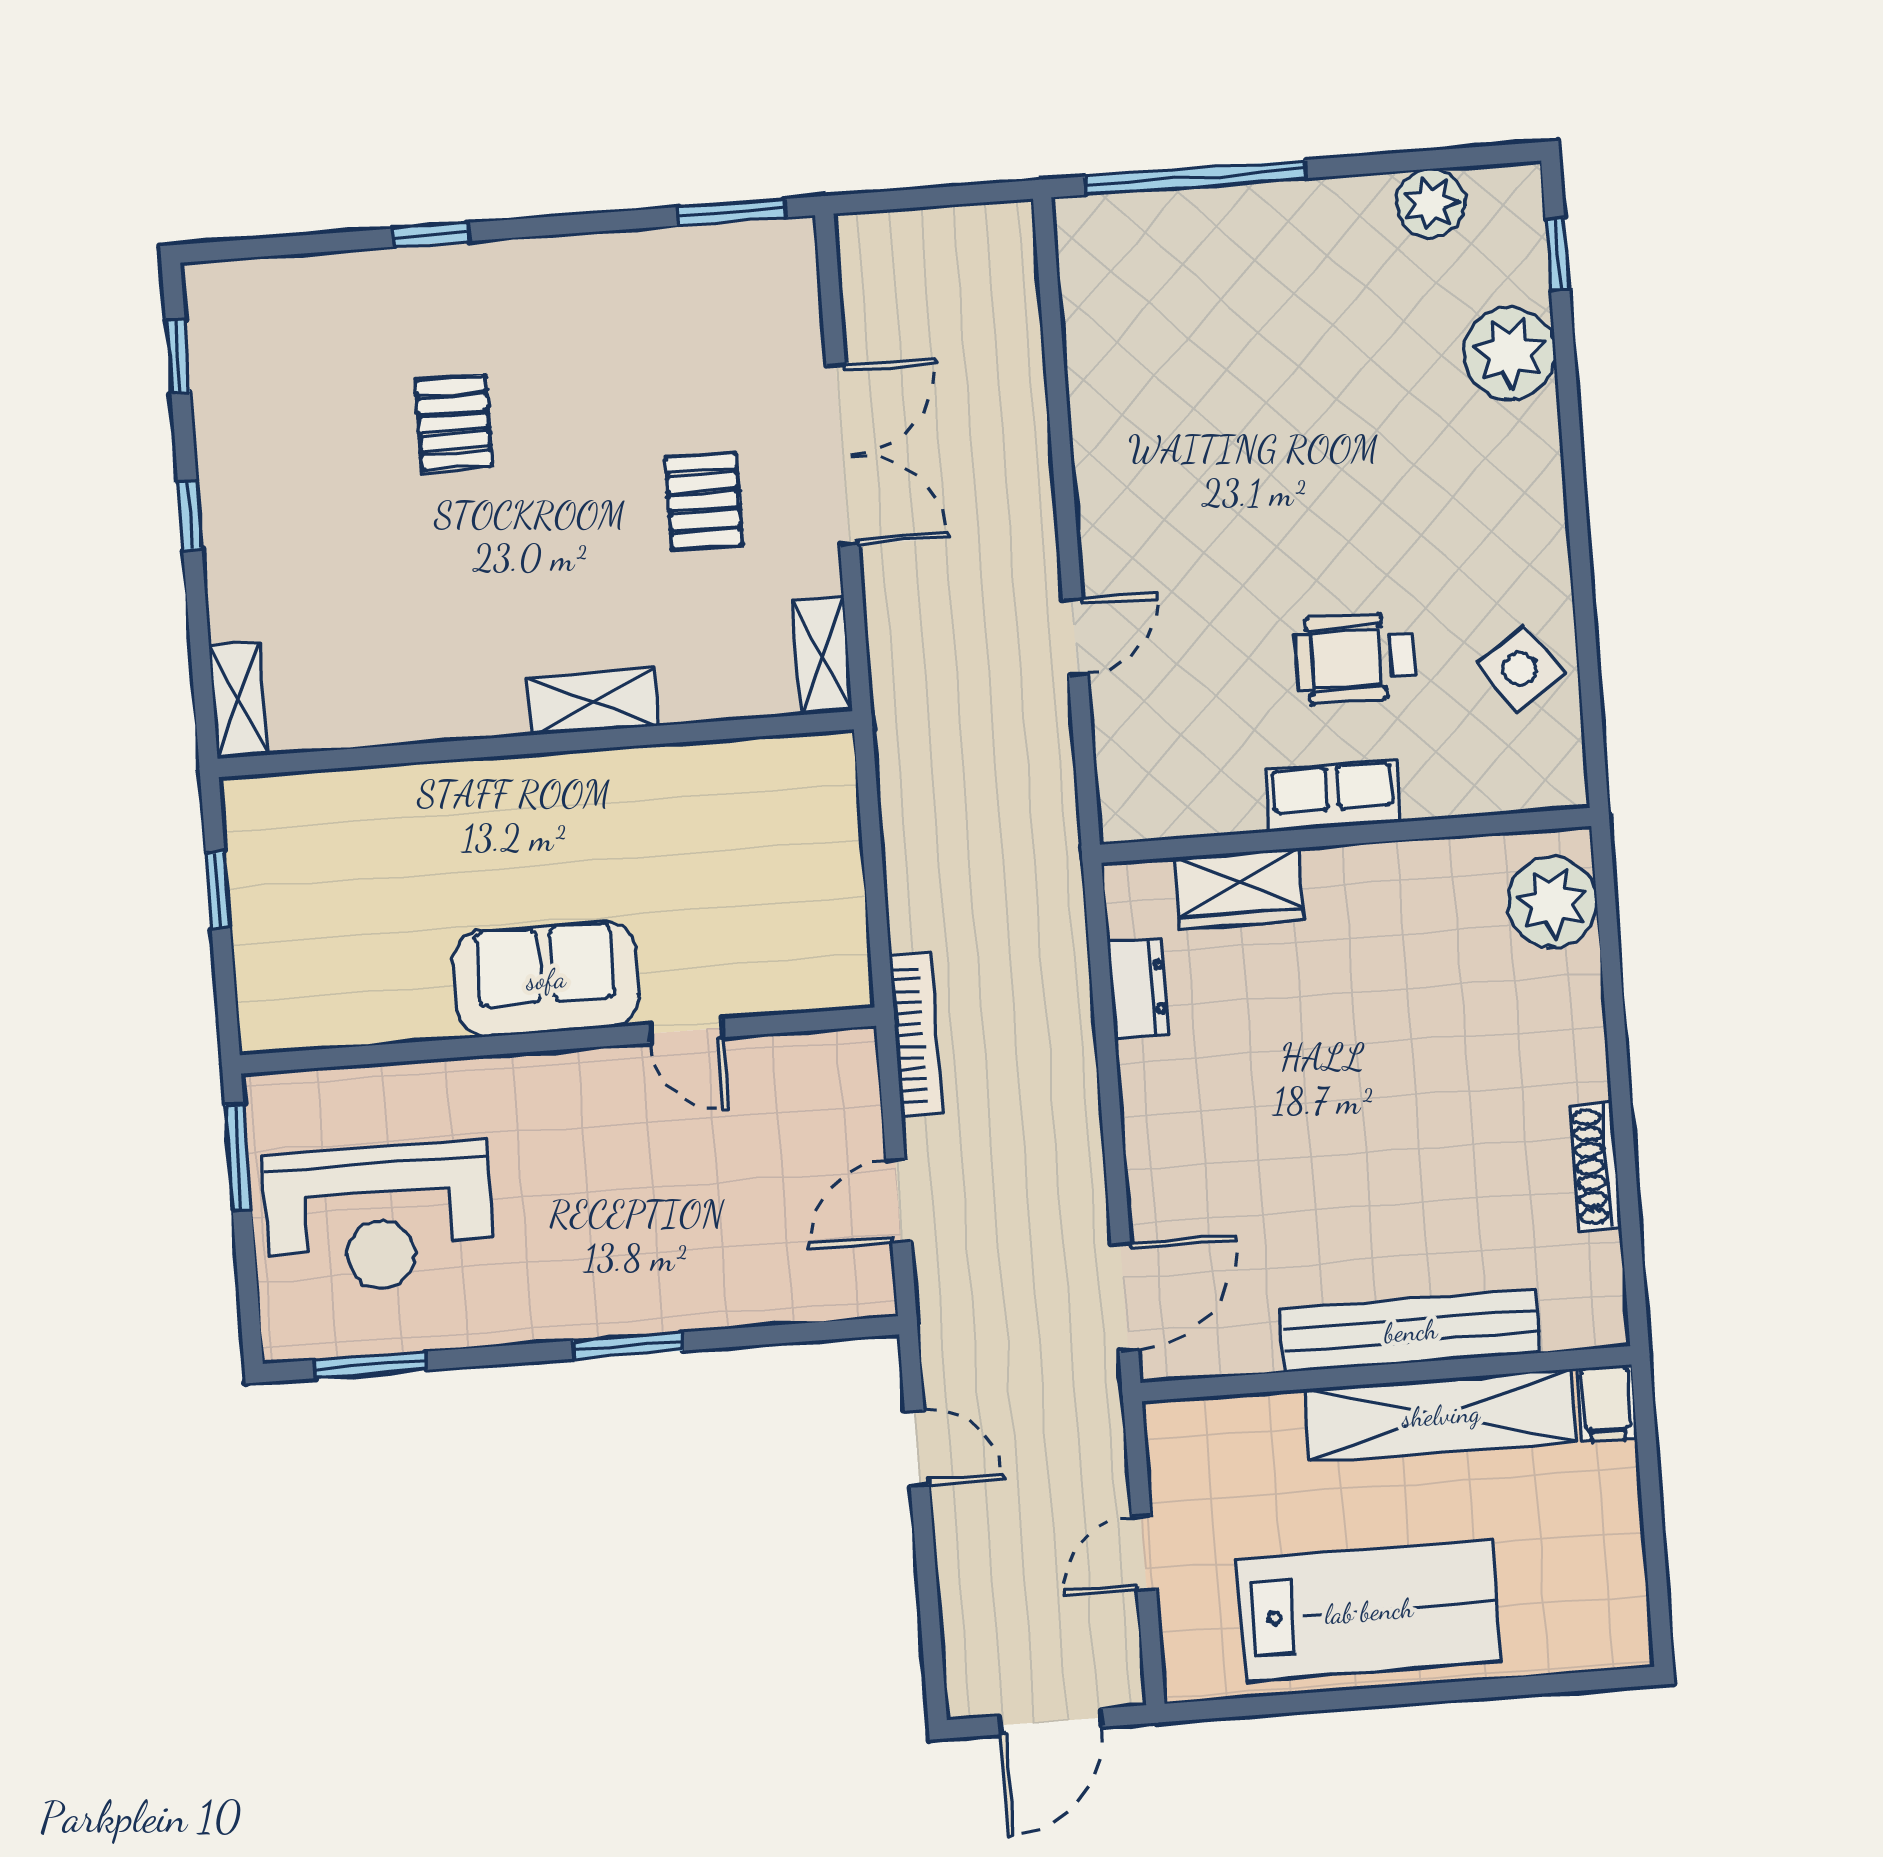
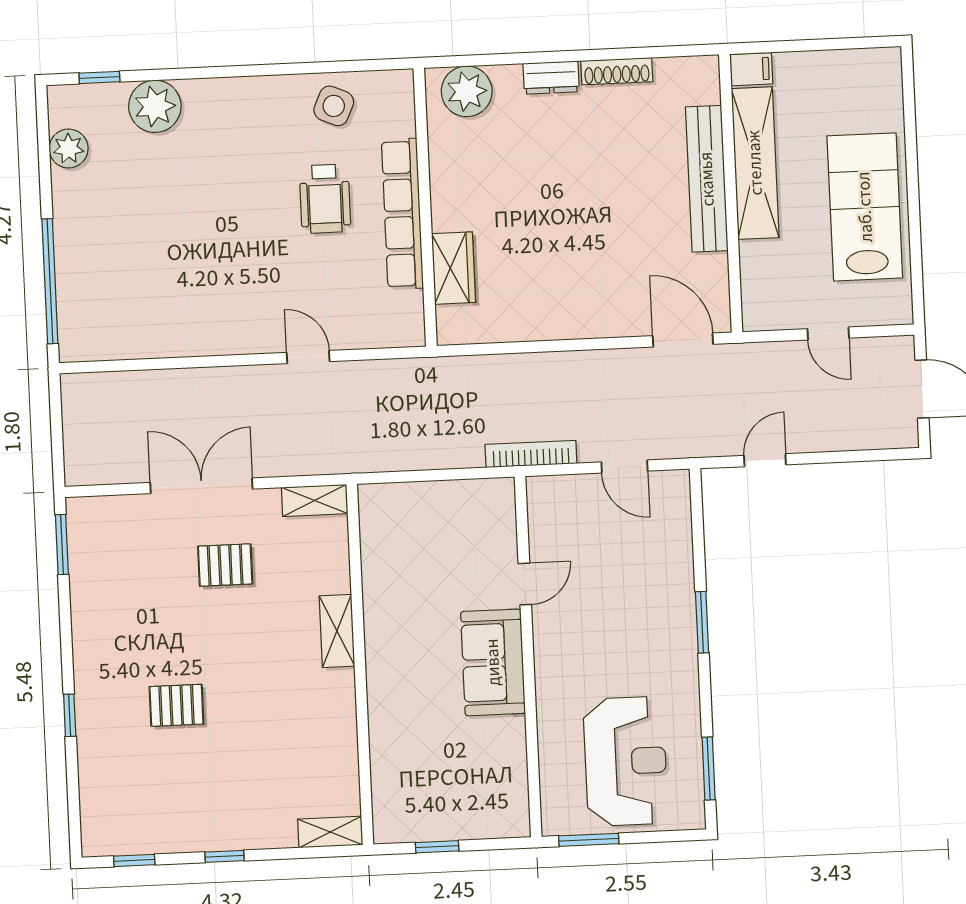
side table: (1519, 669) -> (334, 106), turned -32
row of seats: (1333, 796) -> (402, 214), width x2.02
dresser: (1138, 988) -> (551, 78), moved, turned 180

